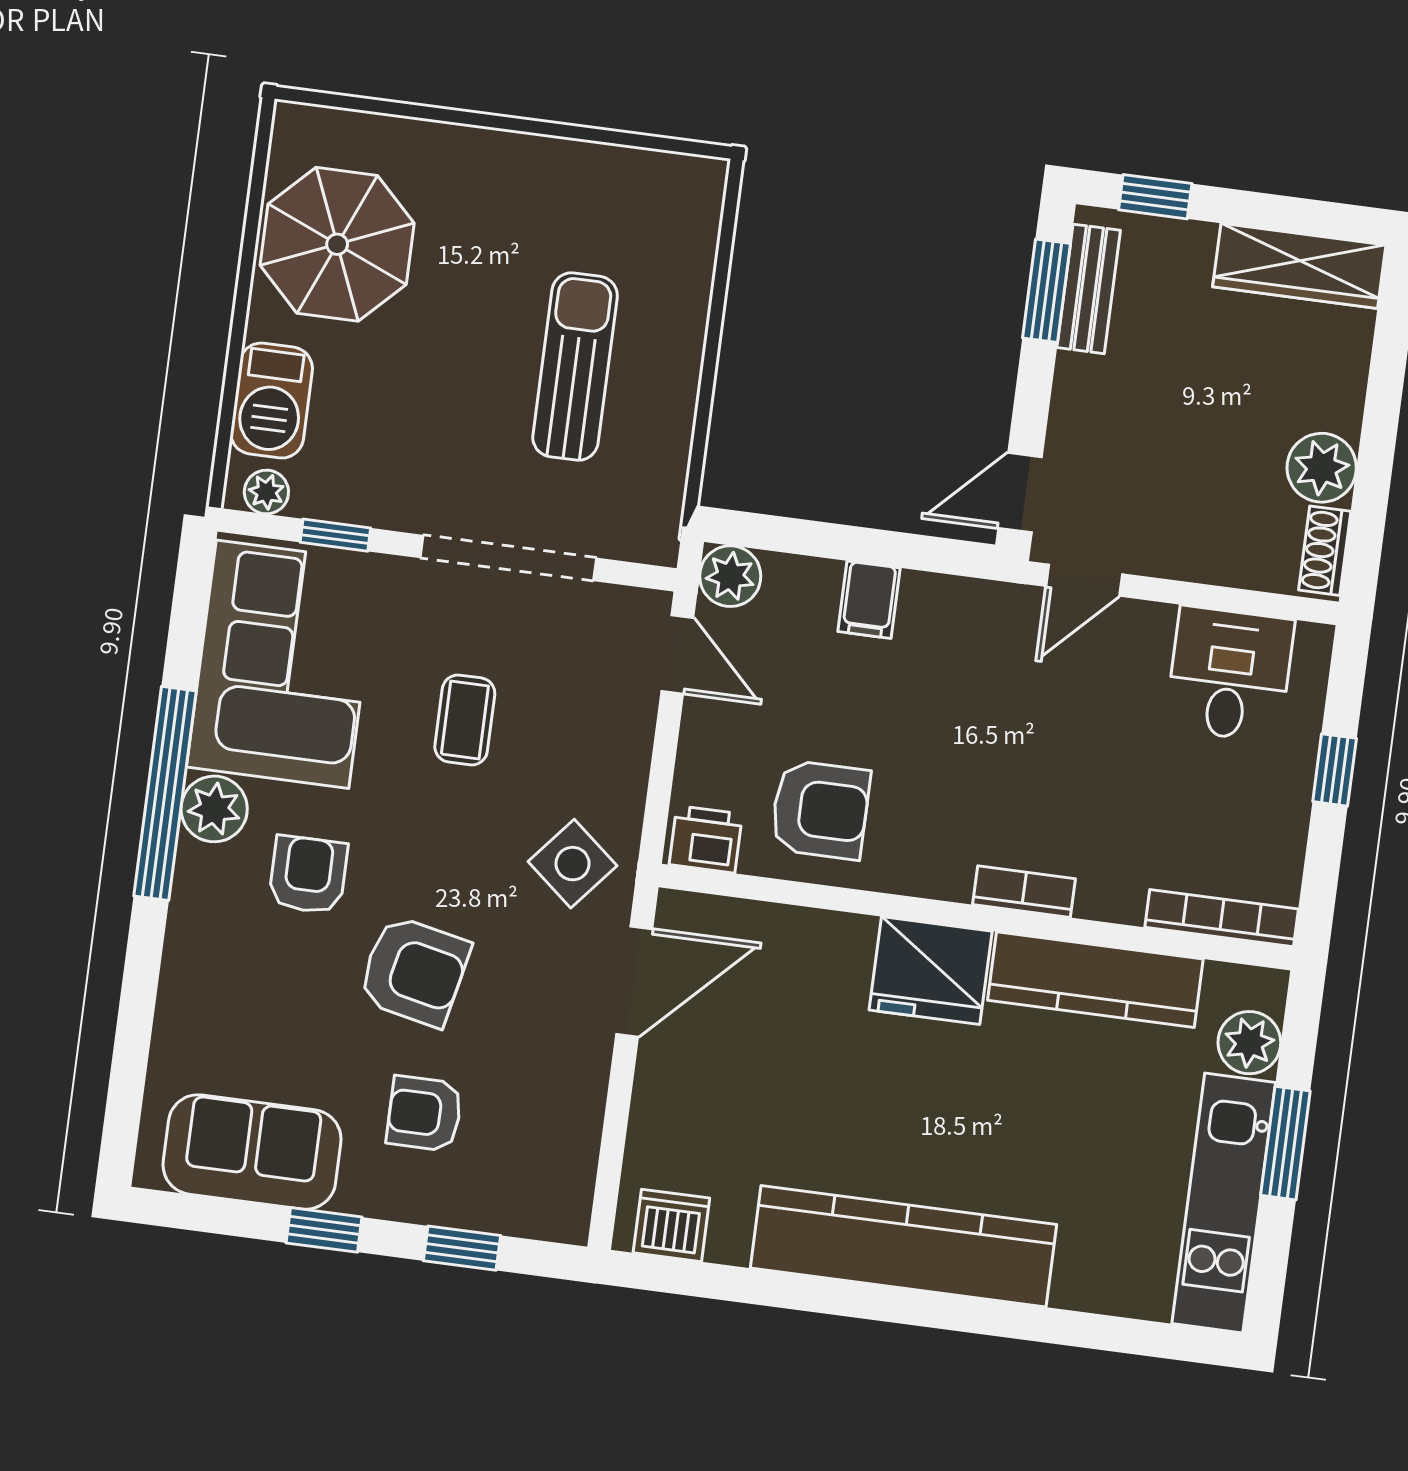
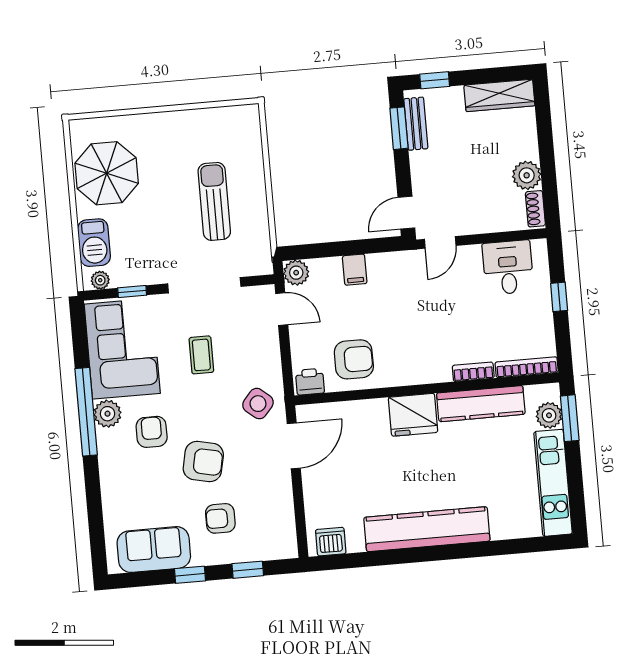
bookcase: (1024, 892) -> (473, 372), moved
window: (1285, 1143) -> (570, 418), moved

